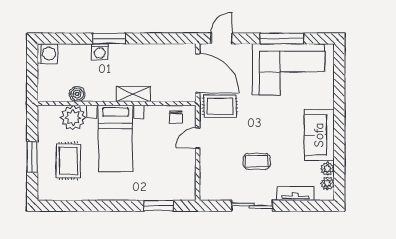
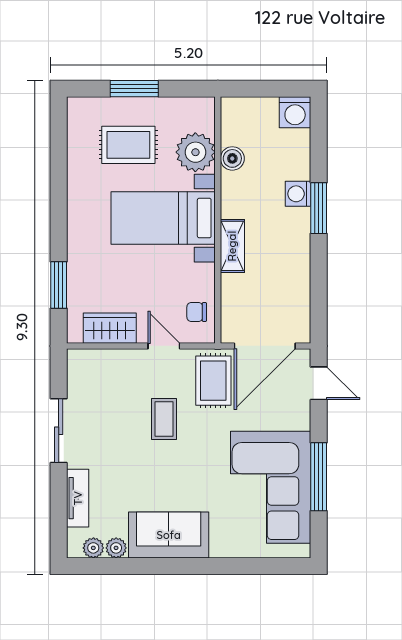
coffee table: (257, 161) -> (164, 419), moved
wardrobe: (186, 173) -> (110, 328), added

